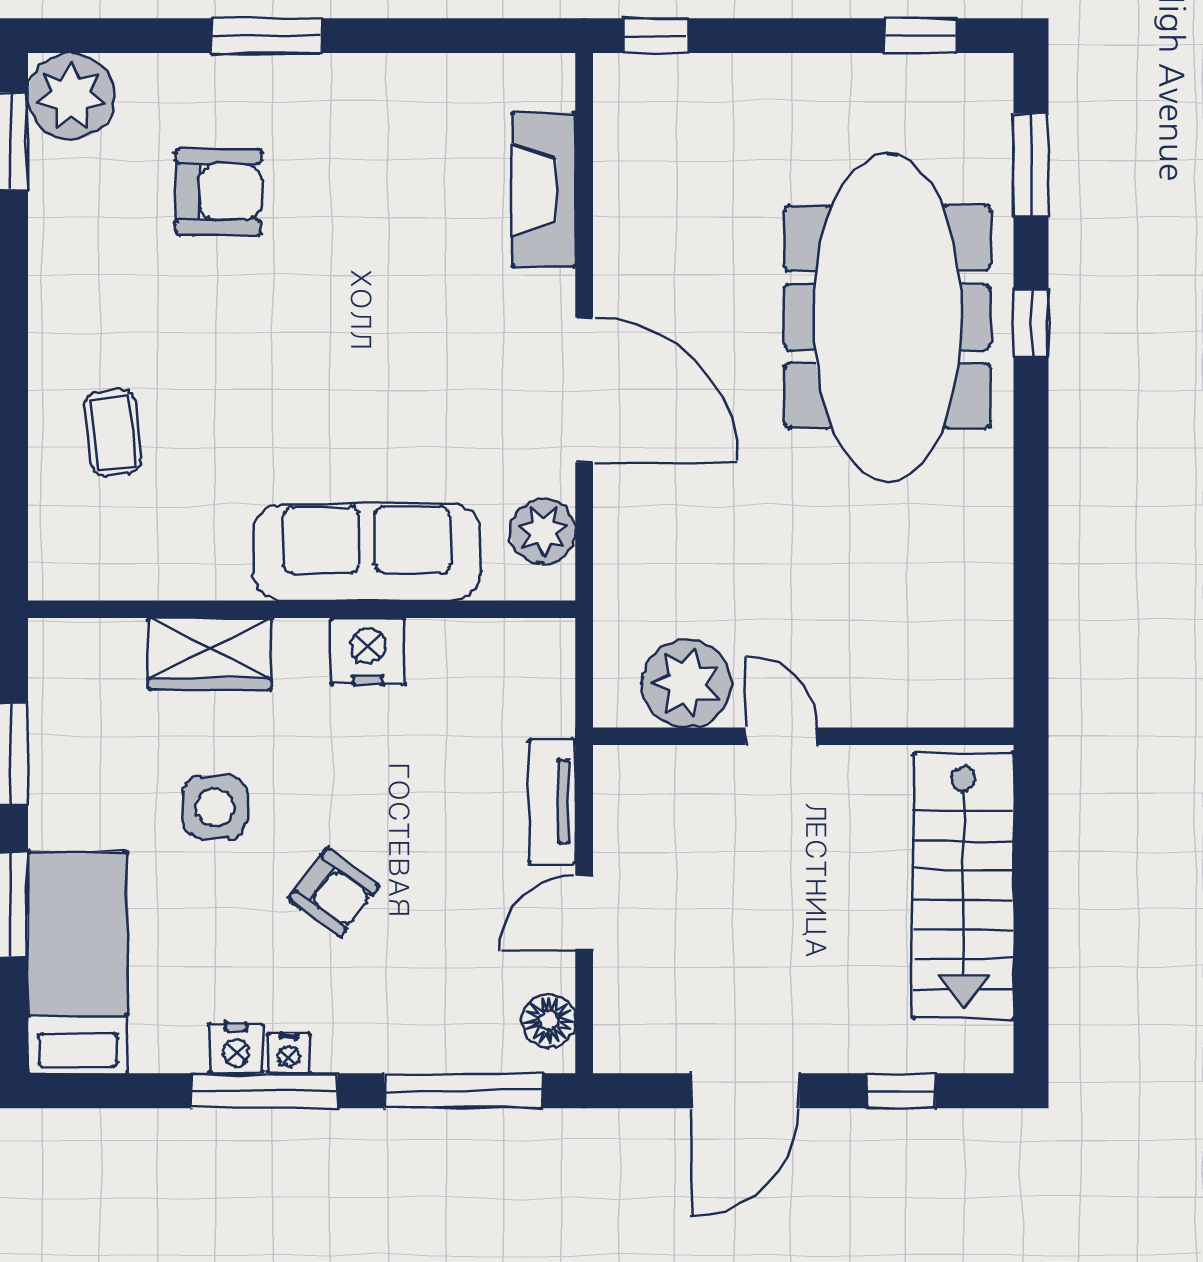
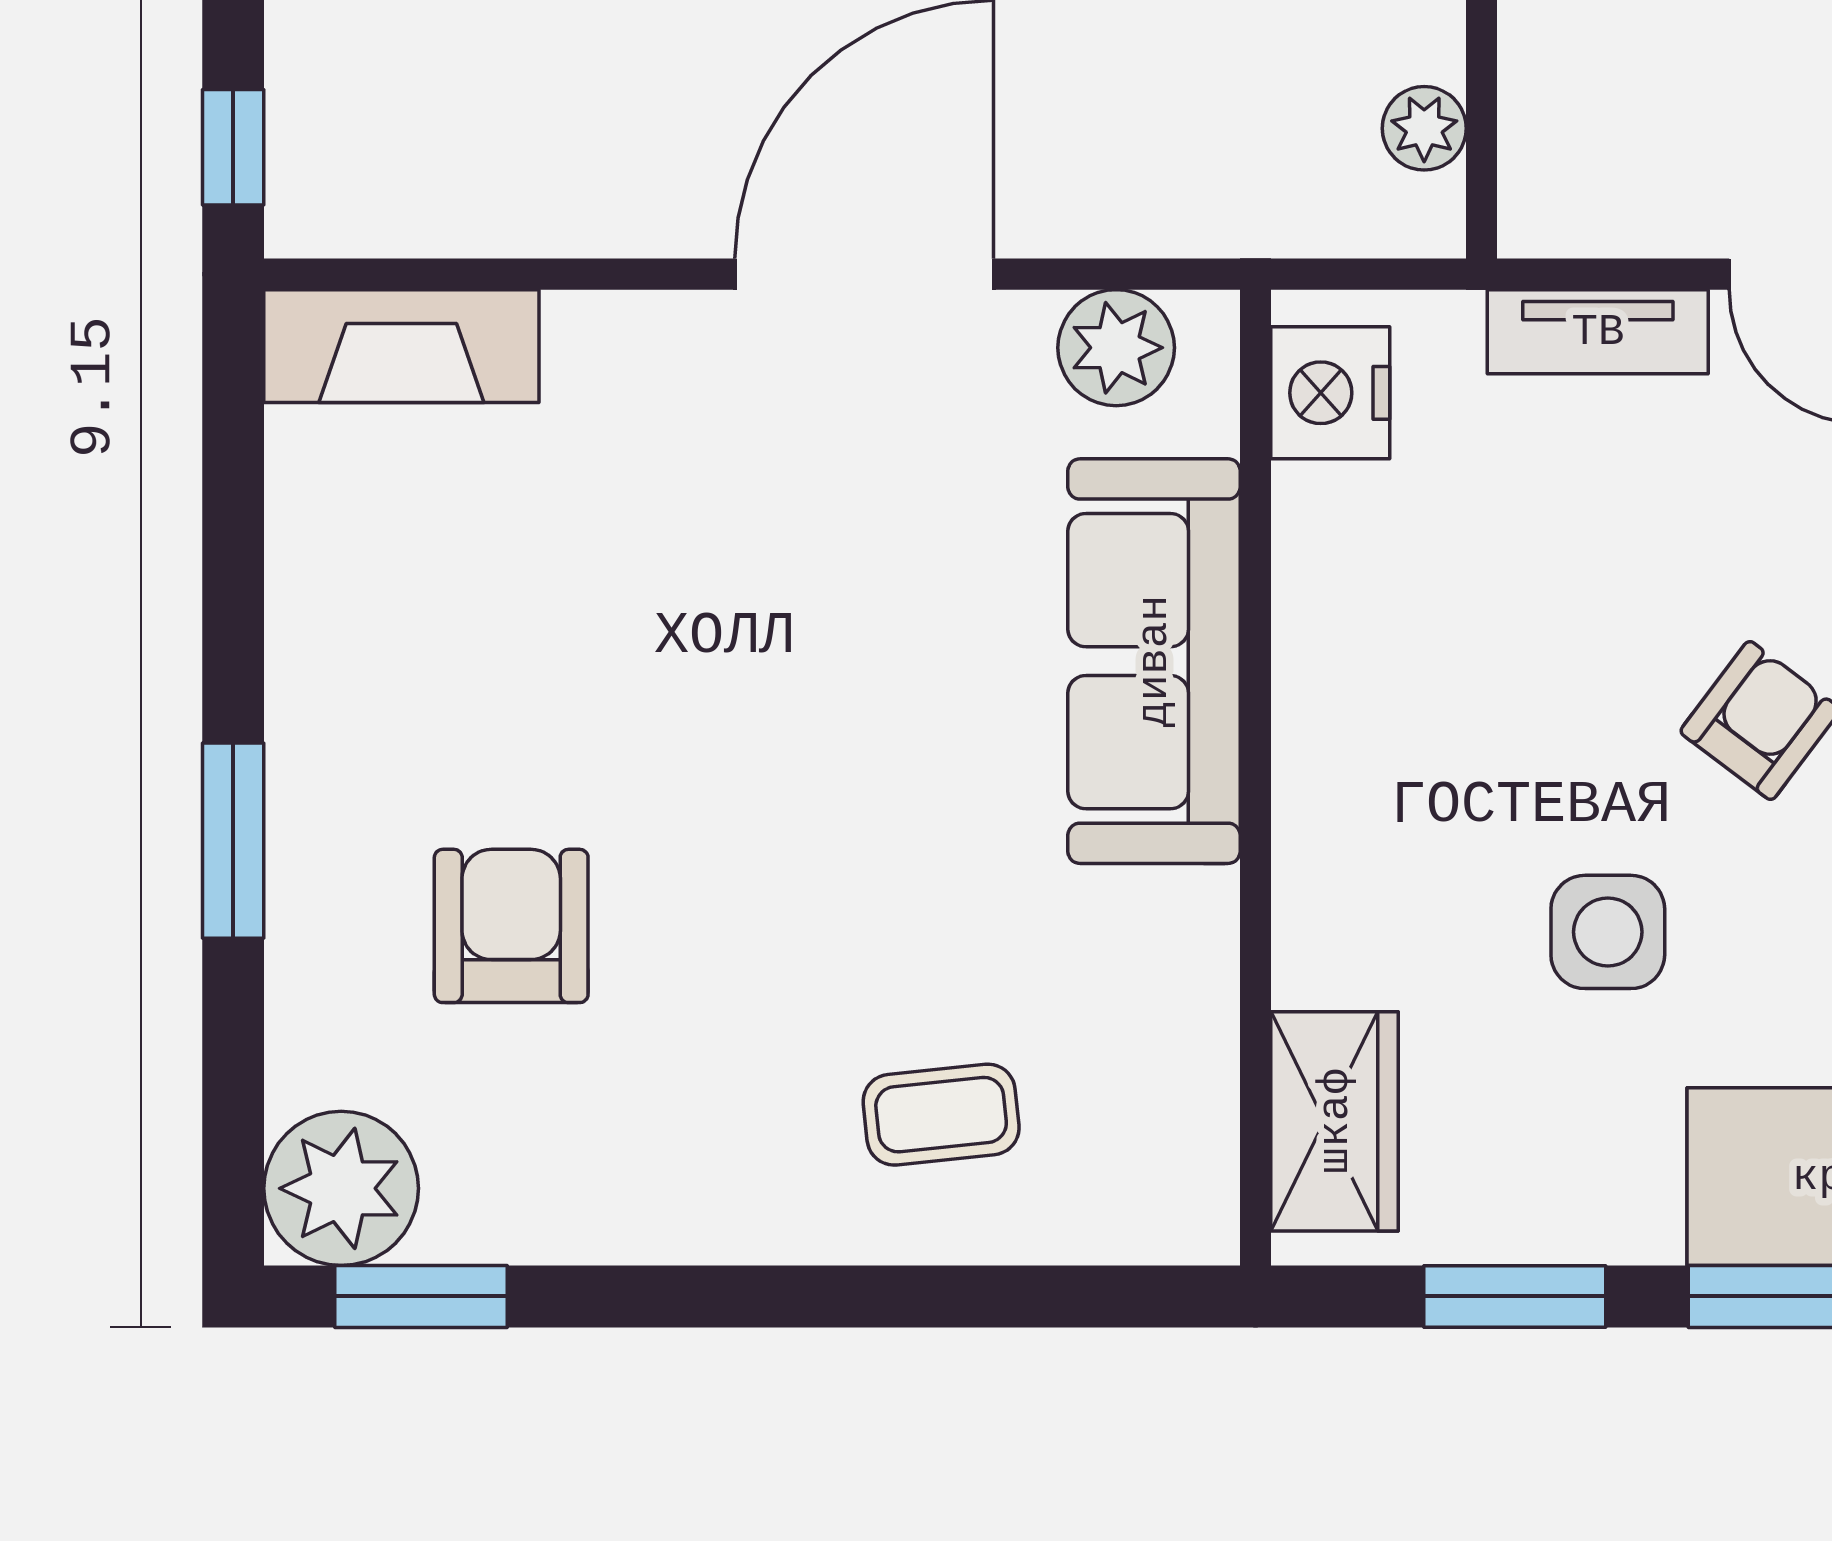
fireplace: (544, 190) -> (401, 346), moved
nightstand: (368, 651) -> (1330, 393), moved
wardrobe: (210, 654) -> (1335, 1121), moved
plant: (687, 683) -> (1424, 128), width x0.53, depth x0.53

